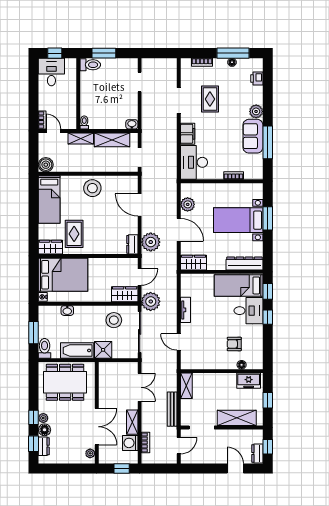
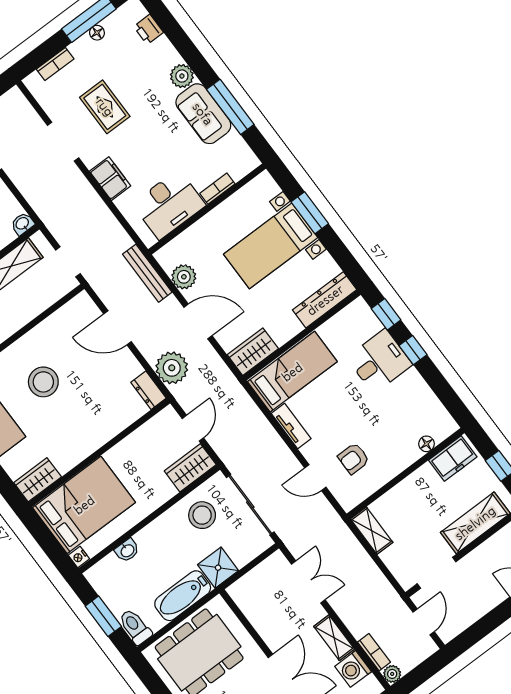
desk: (194, 162) -> (169, 204), moved, turned -90
stool: (92, 188) -> (43, 382), moved
rug: (74, 234) -> (57, 437), removed
bed: (239, 285) -> (292, 372), moved, turned 180
plant: (151, 301) -> (392, 674), moved, width x0.53, depth x0.53
armchair: (234, 344) -> (354, 459), moved
bench: (172, 409) -> (147, 273), moved

